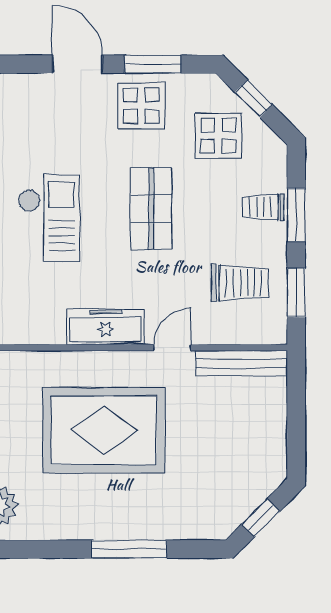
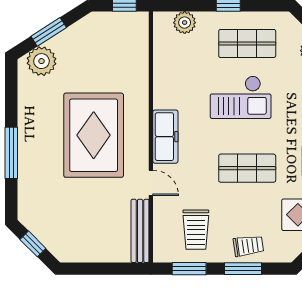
trolley: (263, 207) -> (248, 246), turned 82

